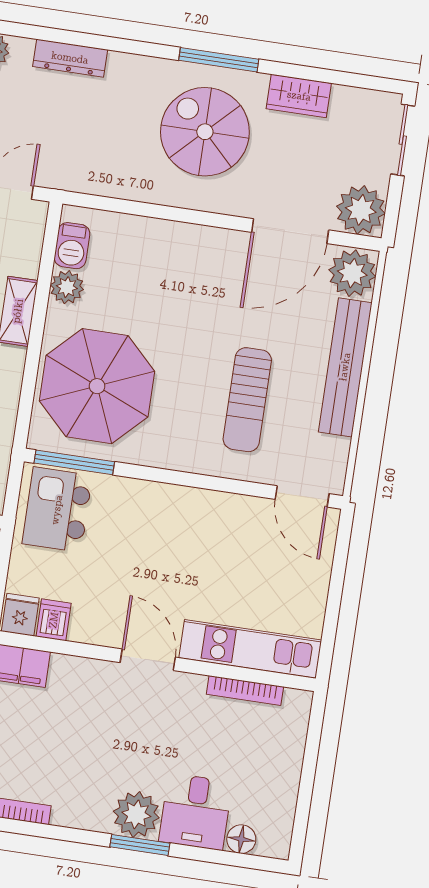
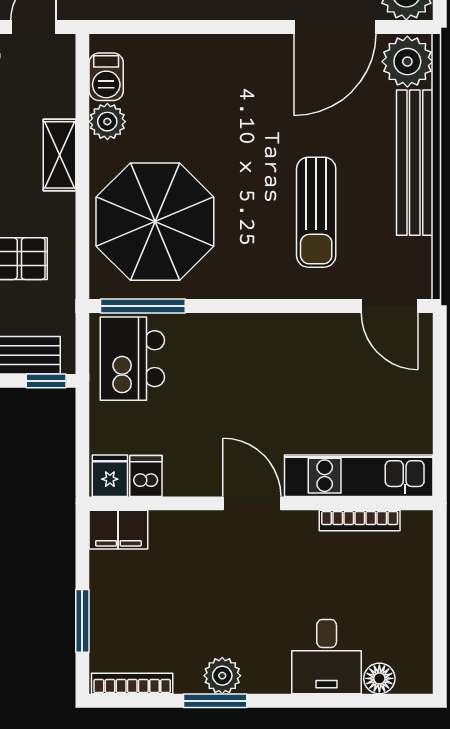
plant: (136, 814) -> (222, 676), moved, width x0.73, depth x0.73
window: (140, 845) -> (215, 701), moved

